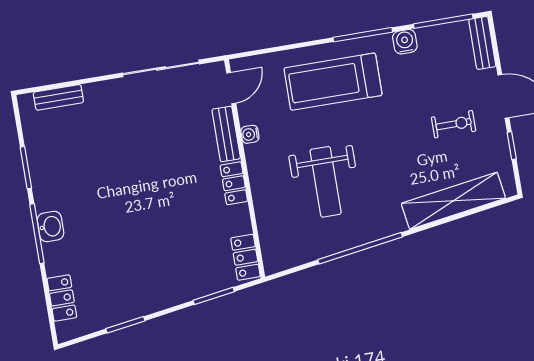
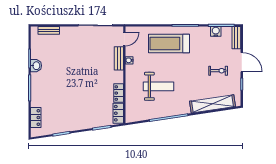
water cooler: (405, 42) -> (216, 31), moved
weight bench: (326, 182) -> (158, 86), turned -90
locker: (234, 183) -> (119, 93), moved
washbasin: (50, 227) -> (36, 66), moved

